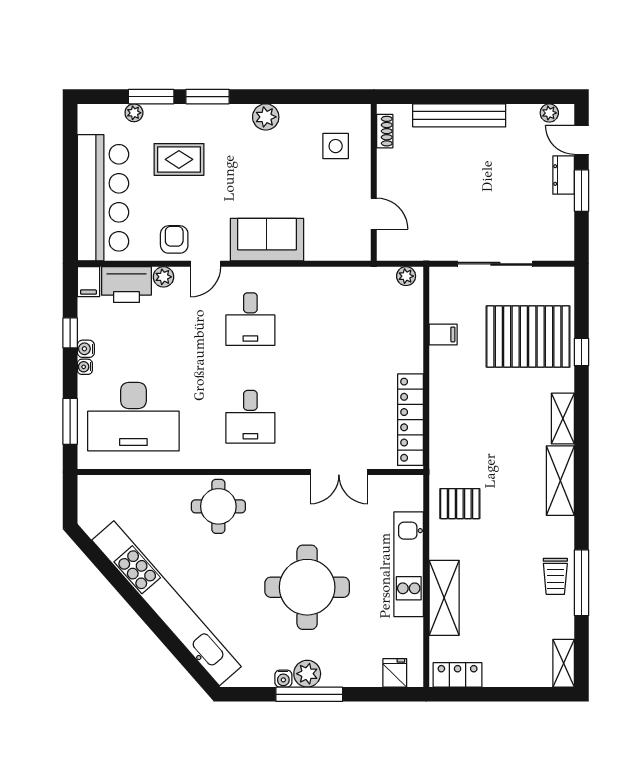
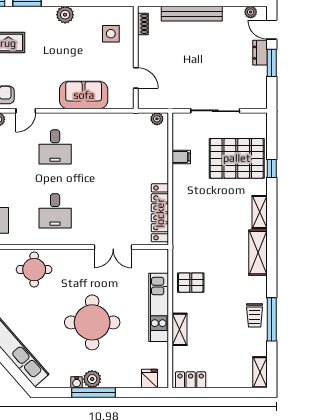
sofa: (267, 240) -> (84, 95), moved
pallet: (460, 504) -> (191, 283), moved
shelving: (444, 598) -> (179, 329), width x0.67, depth x0.75

